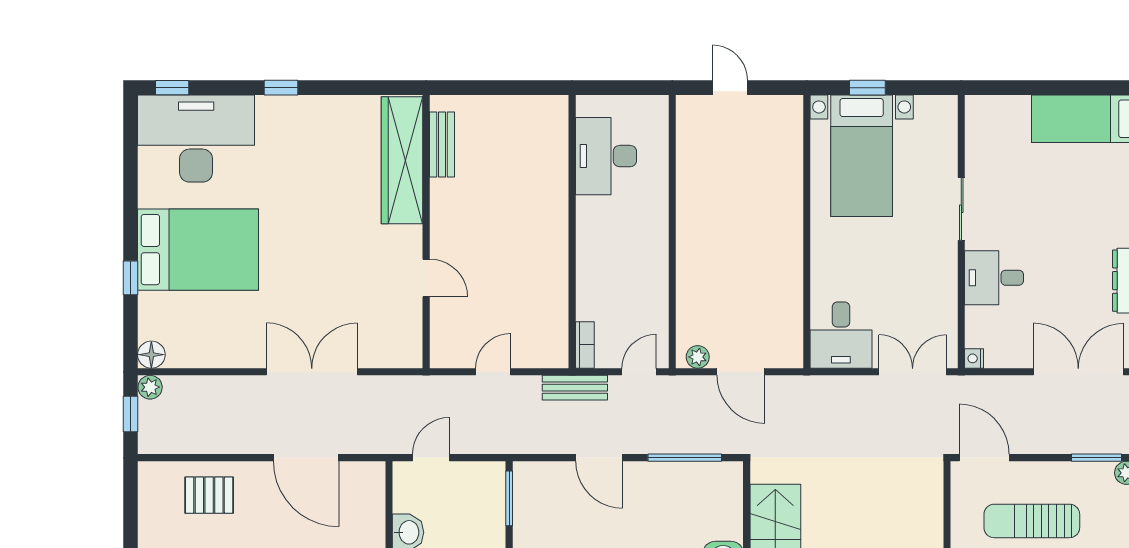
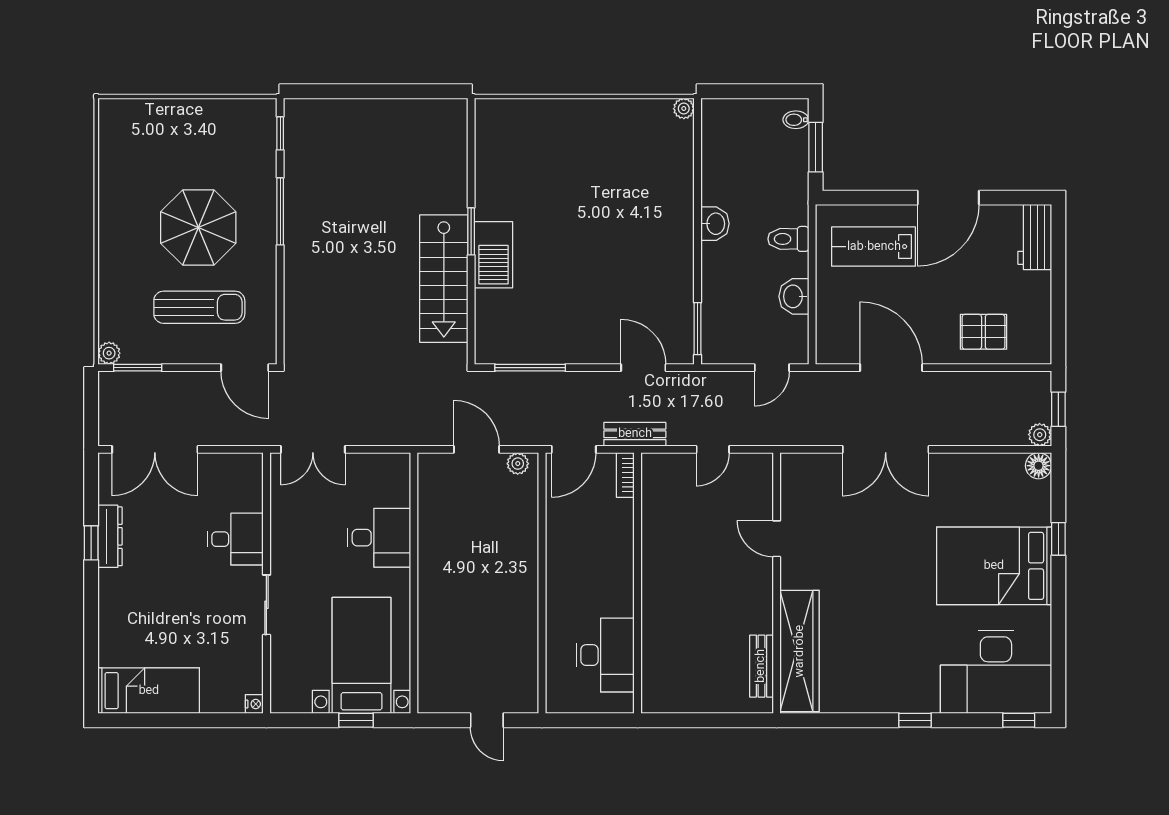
desk: (841, 335) -> (379, 538), moved, turned 90
nightstand: (974, 358) -> (254, 704), moved
door: (639, 372) -> (574, 449), width x1.38
door: (599, 458) -> (643, 368), moved

